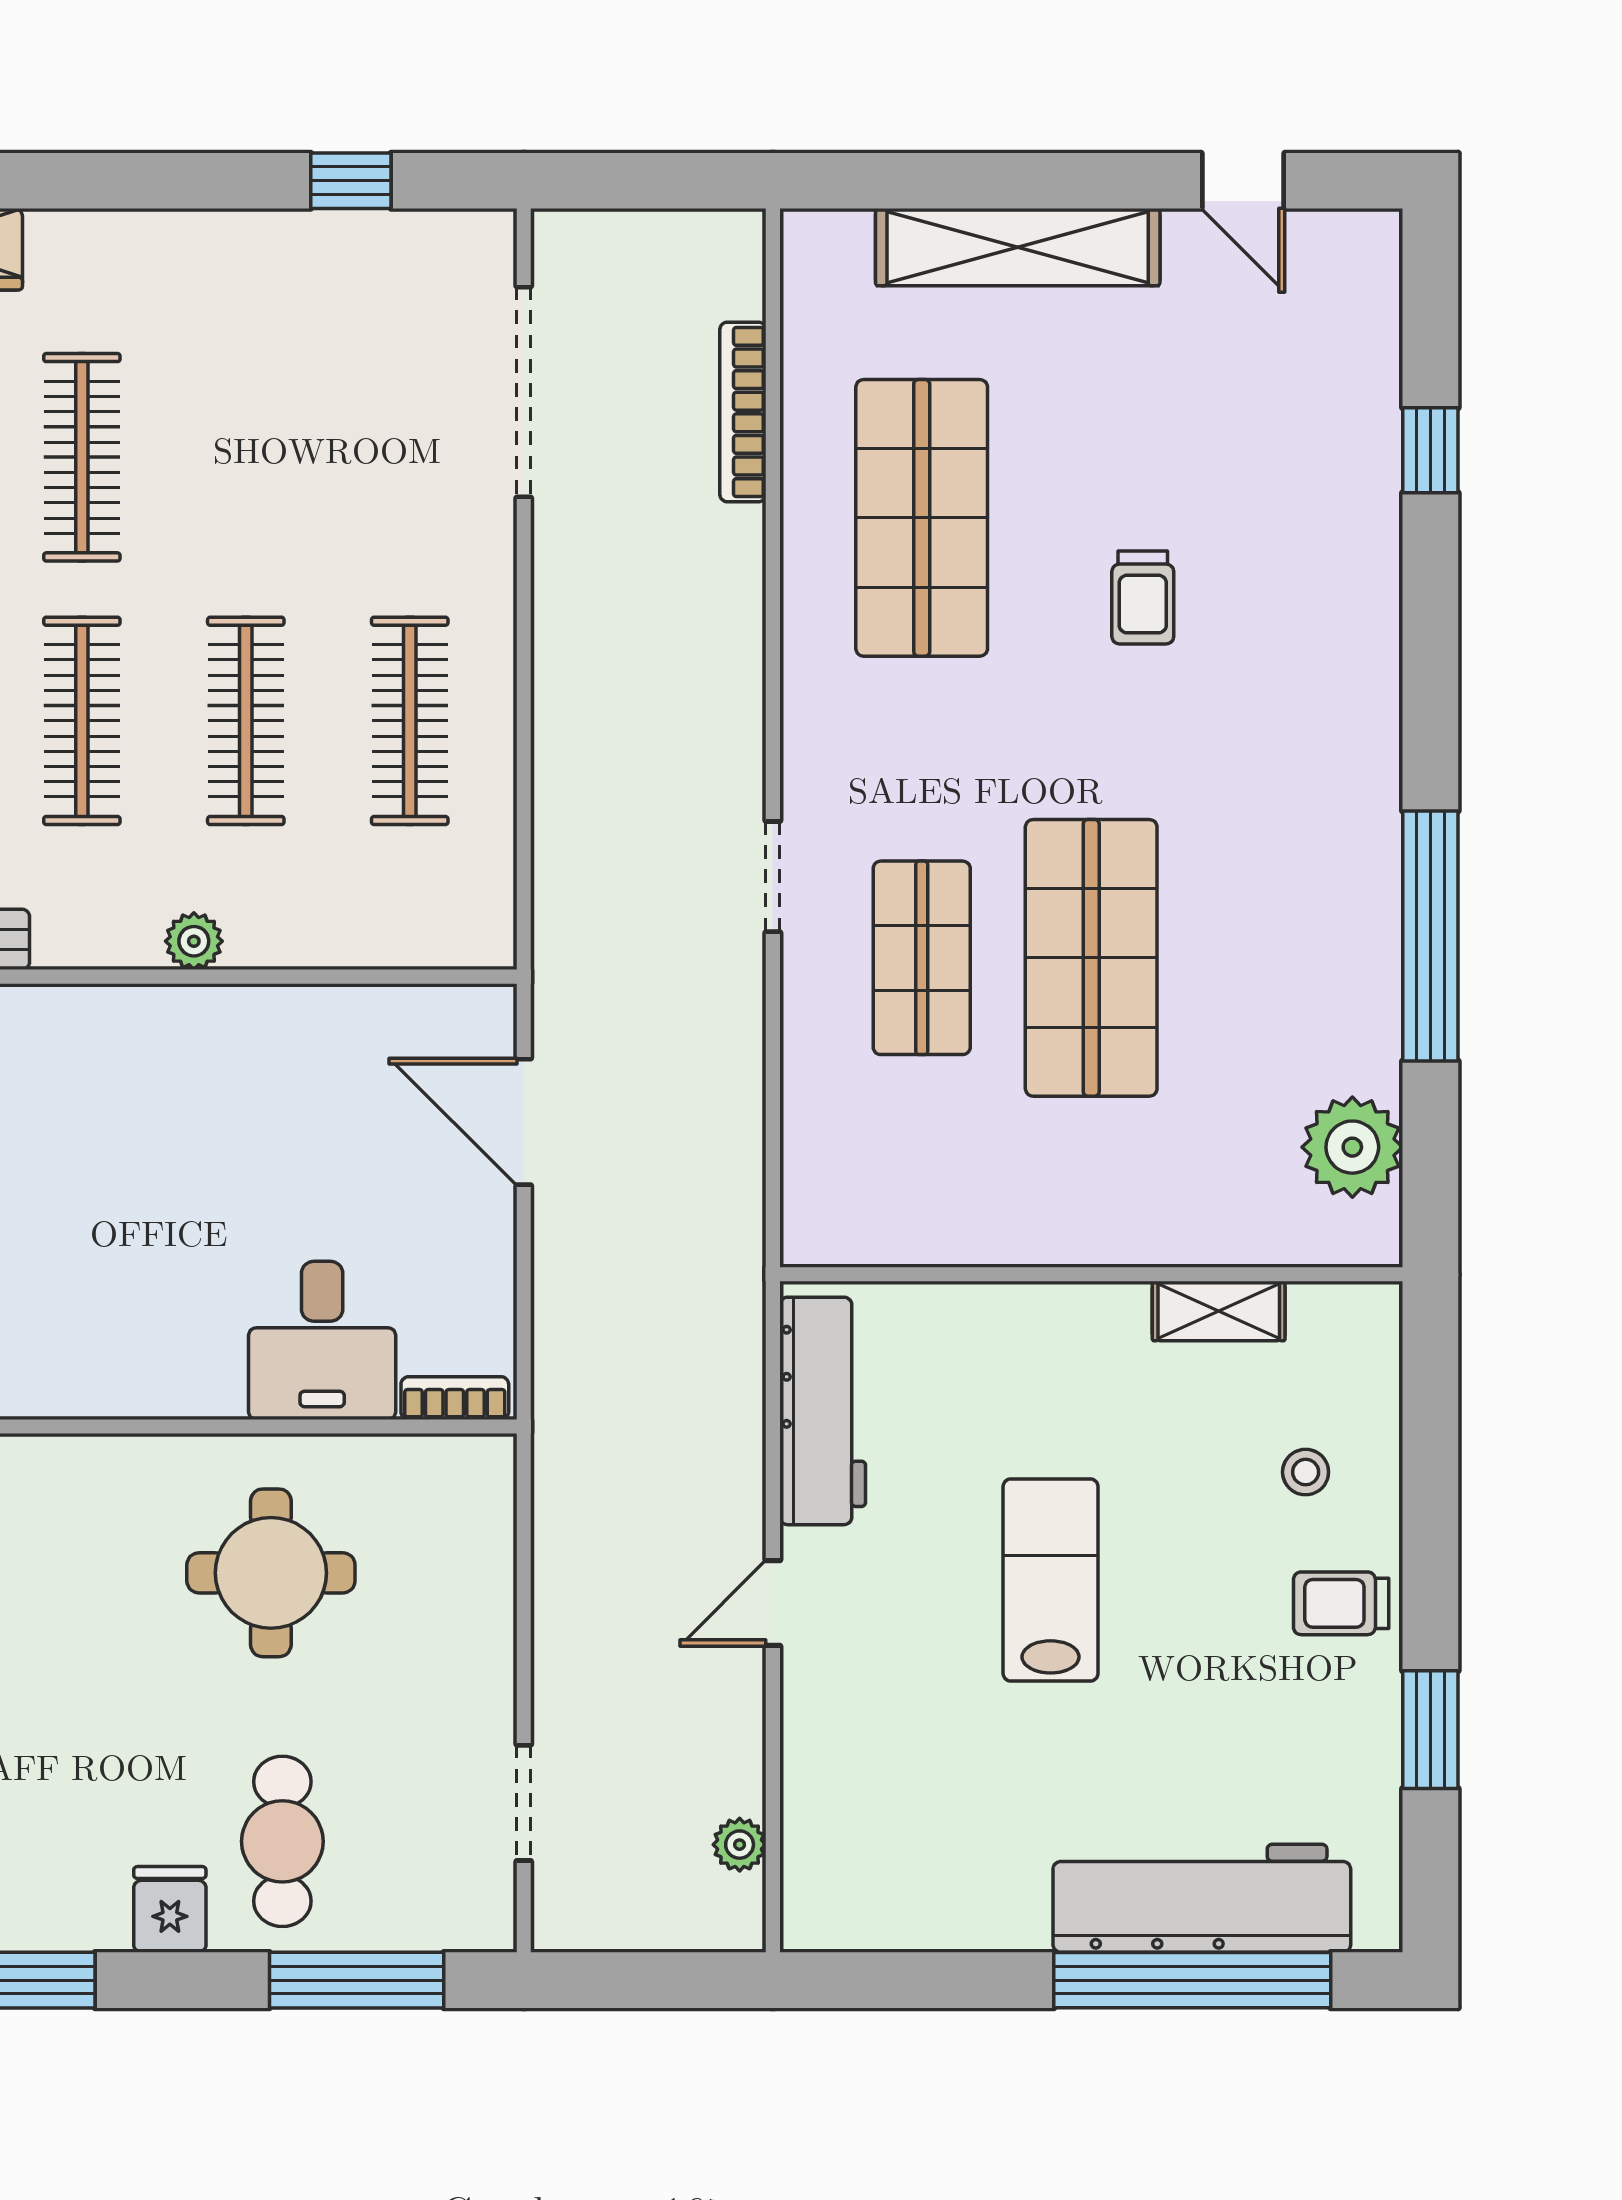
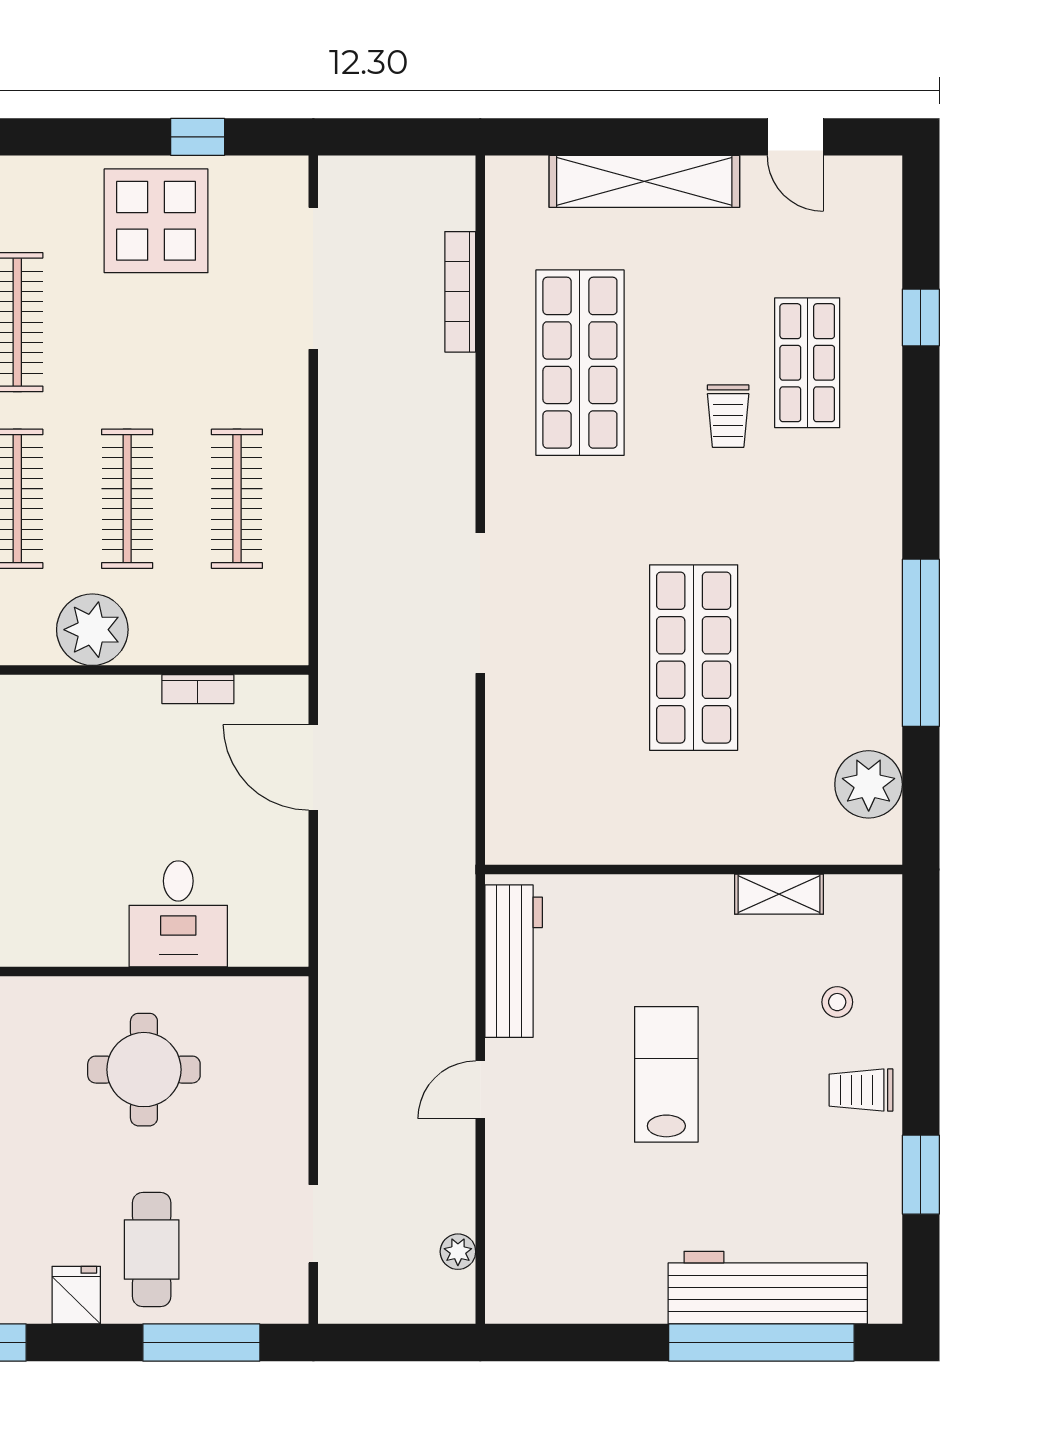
display table: (289, 306) -> (156, 221), added
doorway: (773, 877) -> (480, 603), width x1.88
plant: (194, 941) -> (92, 630), width x1.88, depth x1.88
shop shelf: (922, 958) -> (807, 363), moved
bookcase: (455, 1398) -> (198, 689), moved, turned 180

